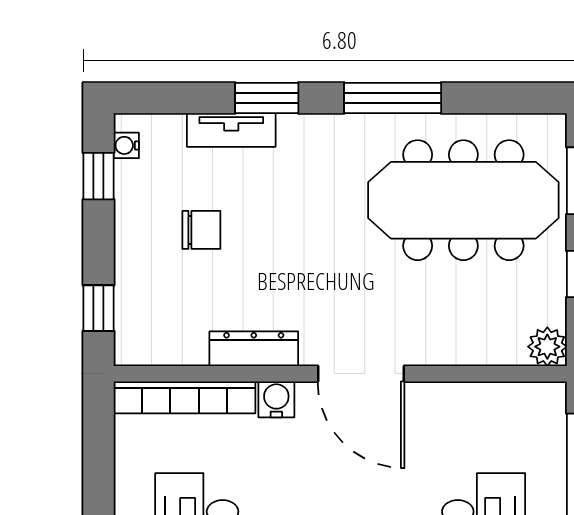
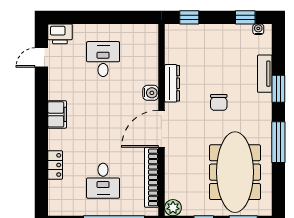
chair: (201, 230) -> (219, 102), moved
bookcase: (184, 397) -> (151, 177), moved

